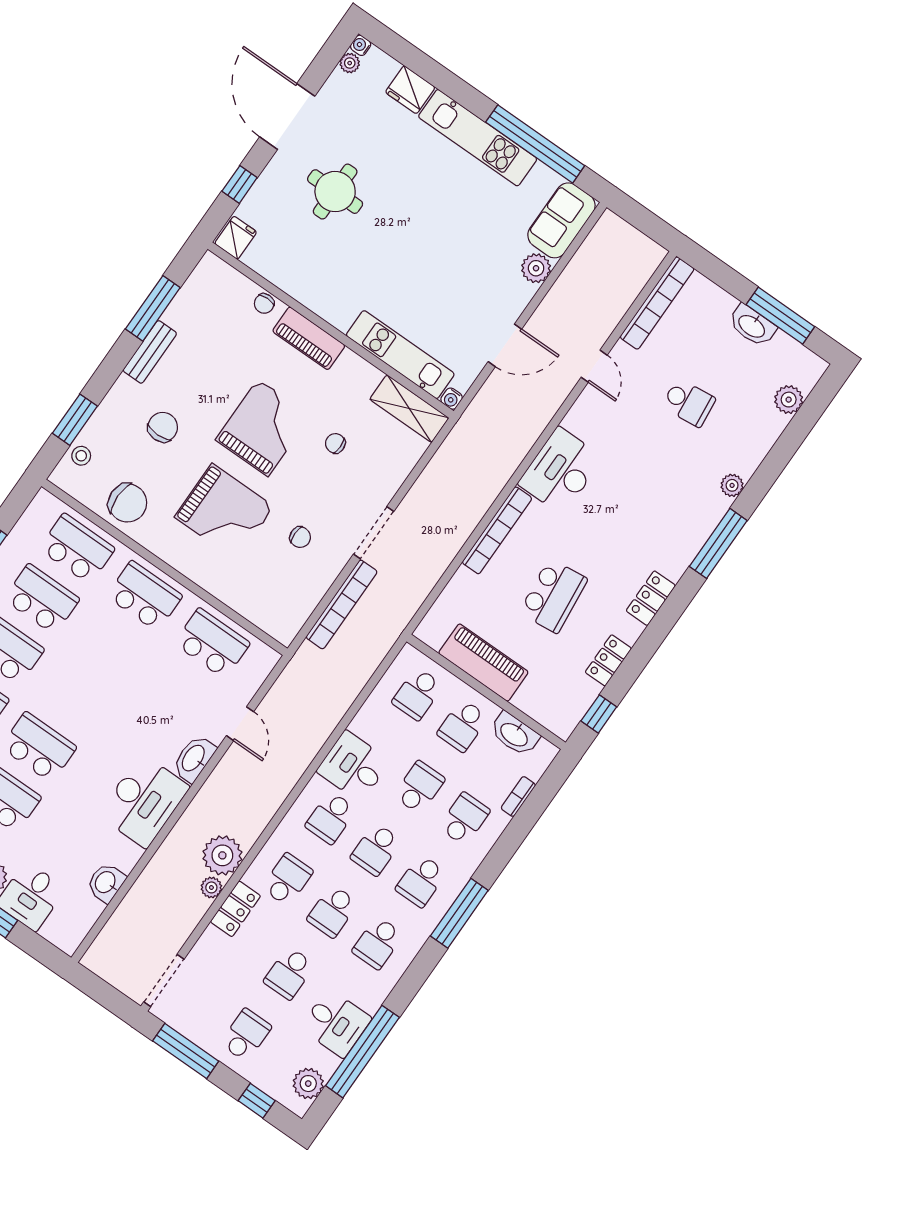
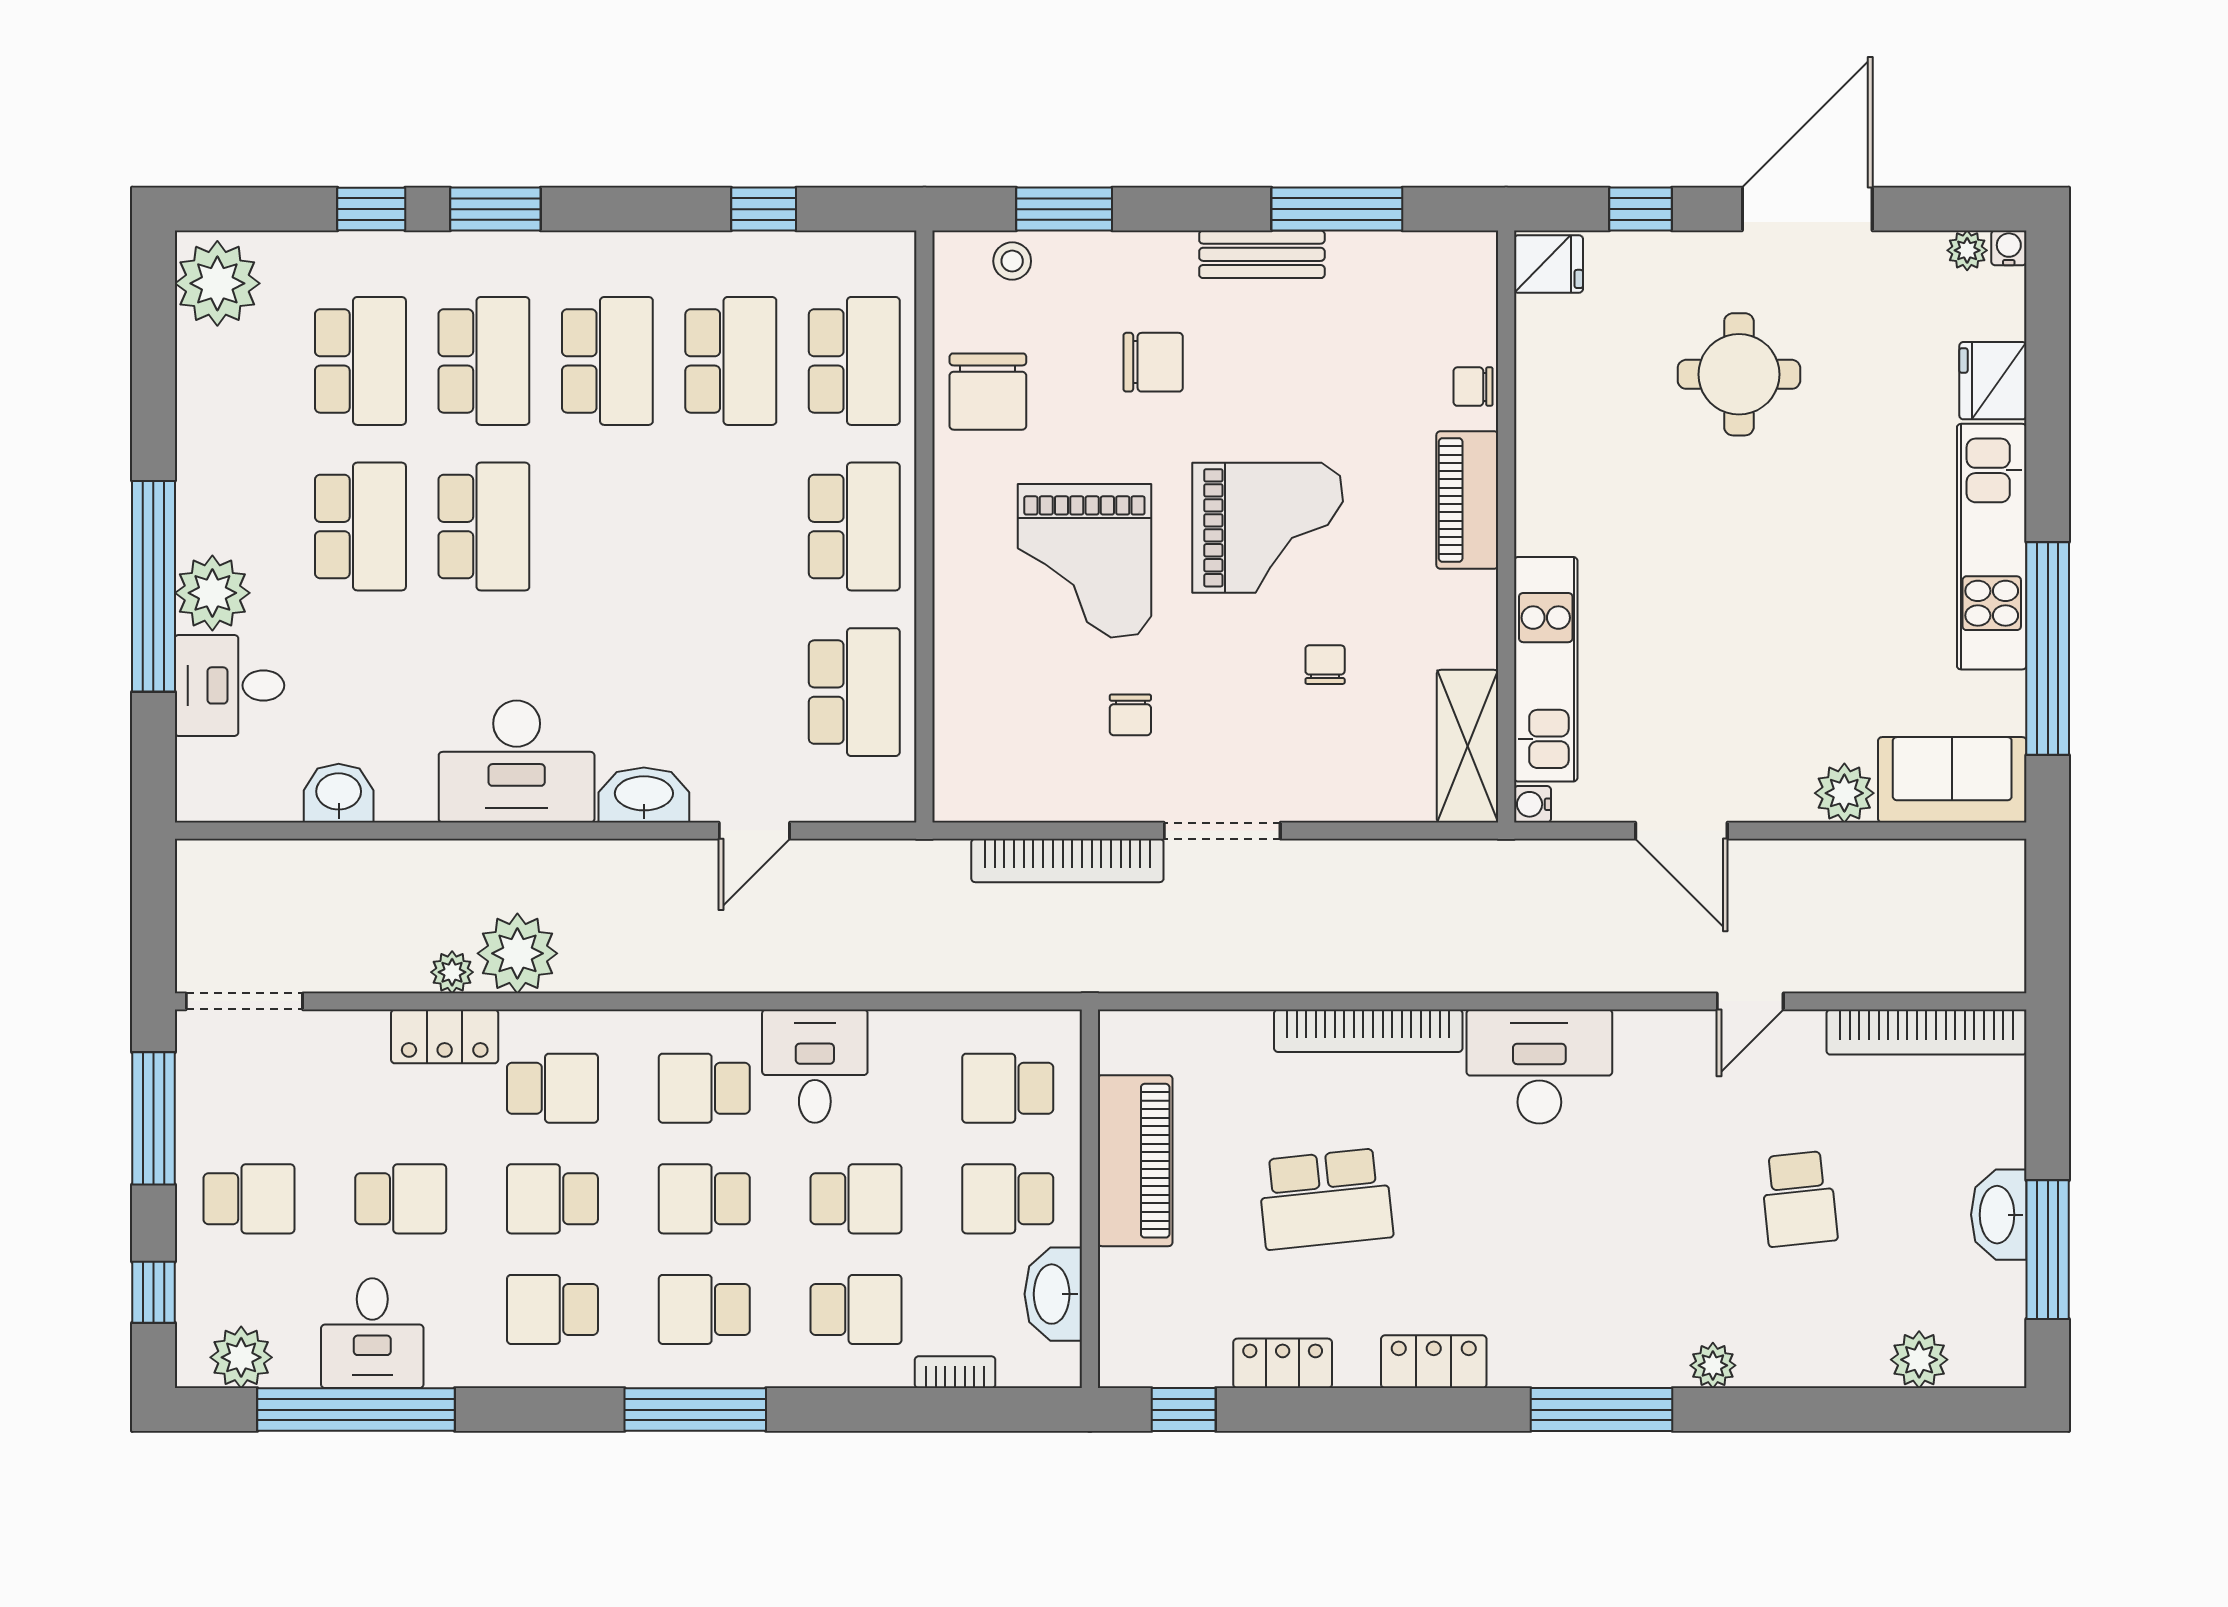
school desk: (289, 973) -> (401, 1199), turned 180

